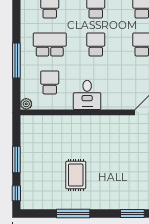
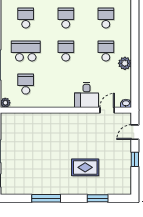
desk: (87, 95) -> (87, 95), moved
rug: (76, 175) -> (85, 167), moved, turned 90

